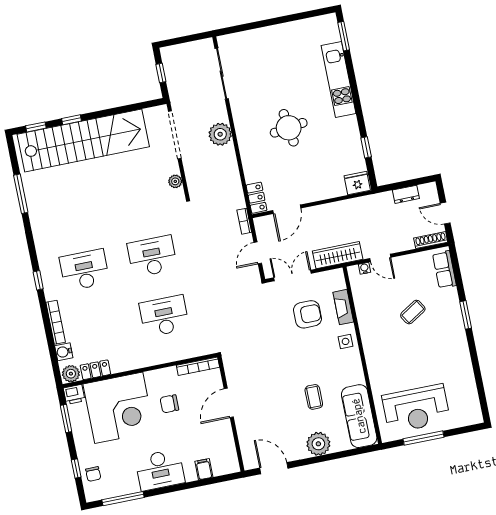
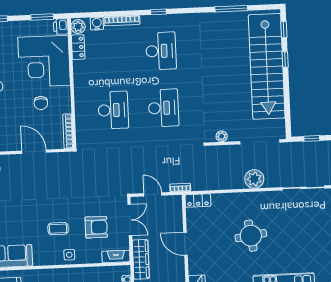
door: (287, 209) -> (185, 244), moved
fireplace: (343, 307) -> (116, 257), moved
armchair: (307, 314) -> (96, 227), turned -90
coffee table: (314, 397) -> (58, 229), moved
chair: (169, 404) -> (41, 103), turned 180

